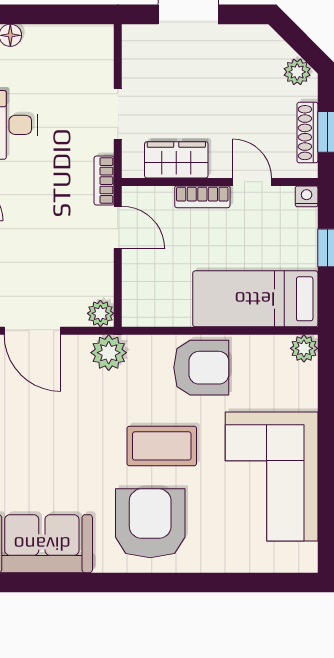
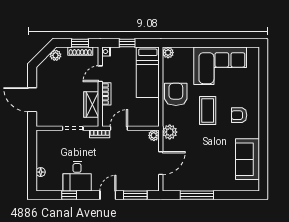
armchair: (150, 523) -> (239, 115), width x0.53, depth x0.53

